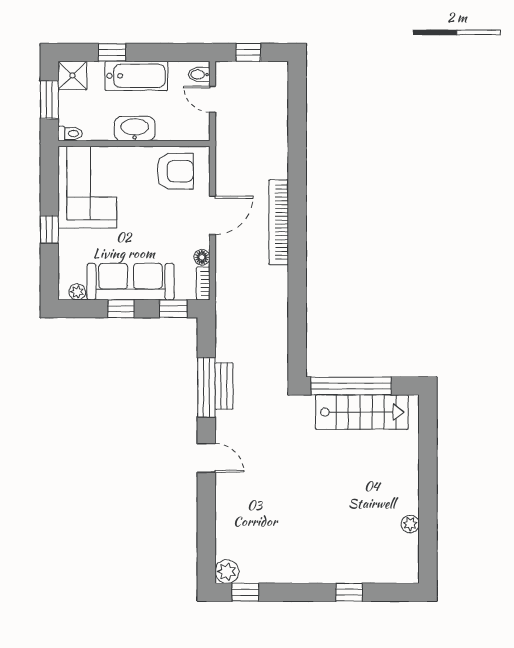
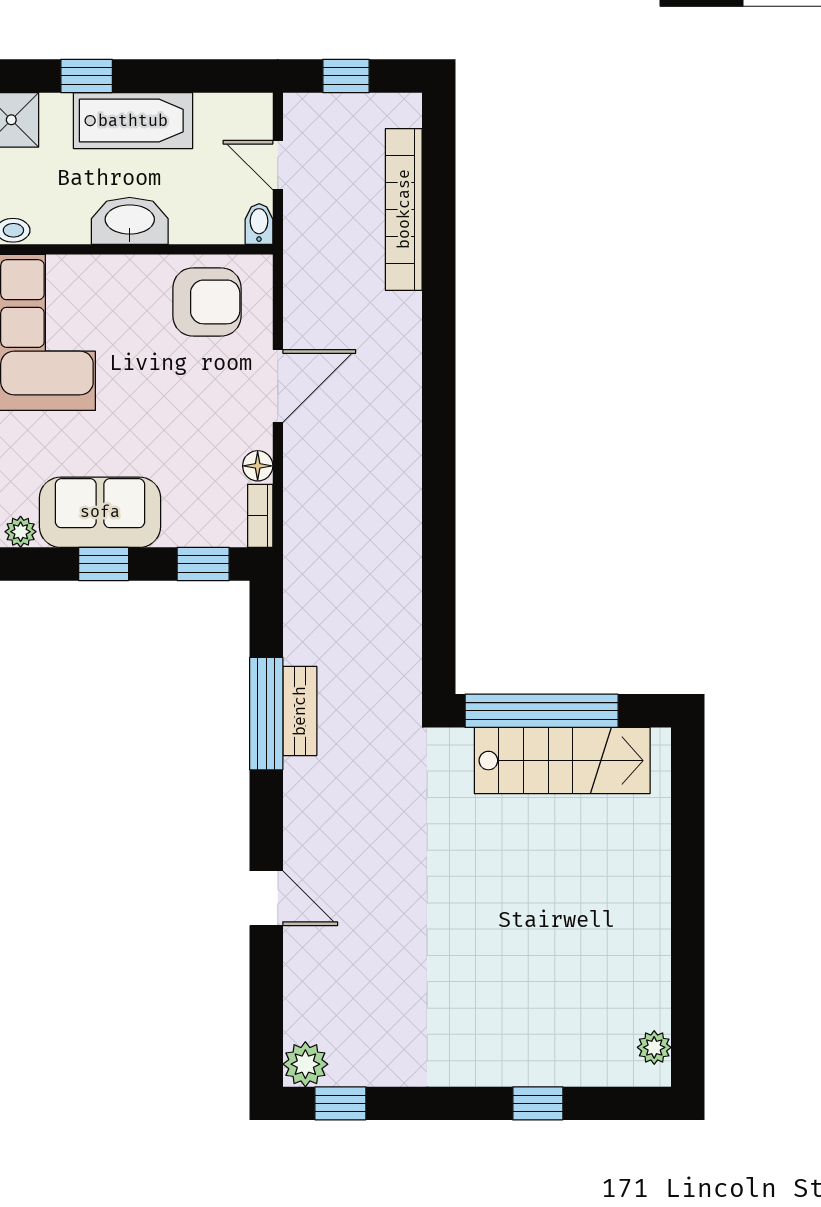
bidet: (199, 74) -> (259, 224), moved, turned 90
bookcase: (279, 222) -> (404, 209), moved
sofa: (131, 282) -> (100, 512), width x0.73
door: (206, 458) -> (266, 898), moved
plant: (410, 524) -> (654, 1047), moved

